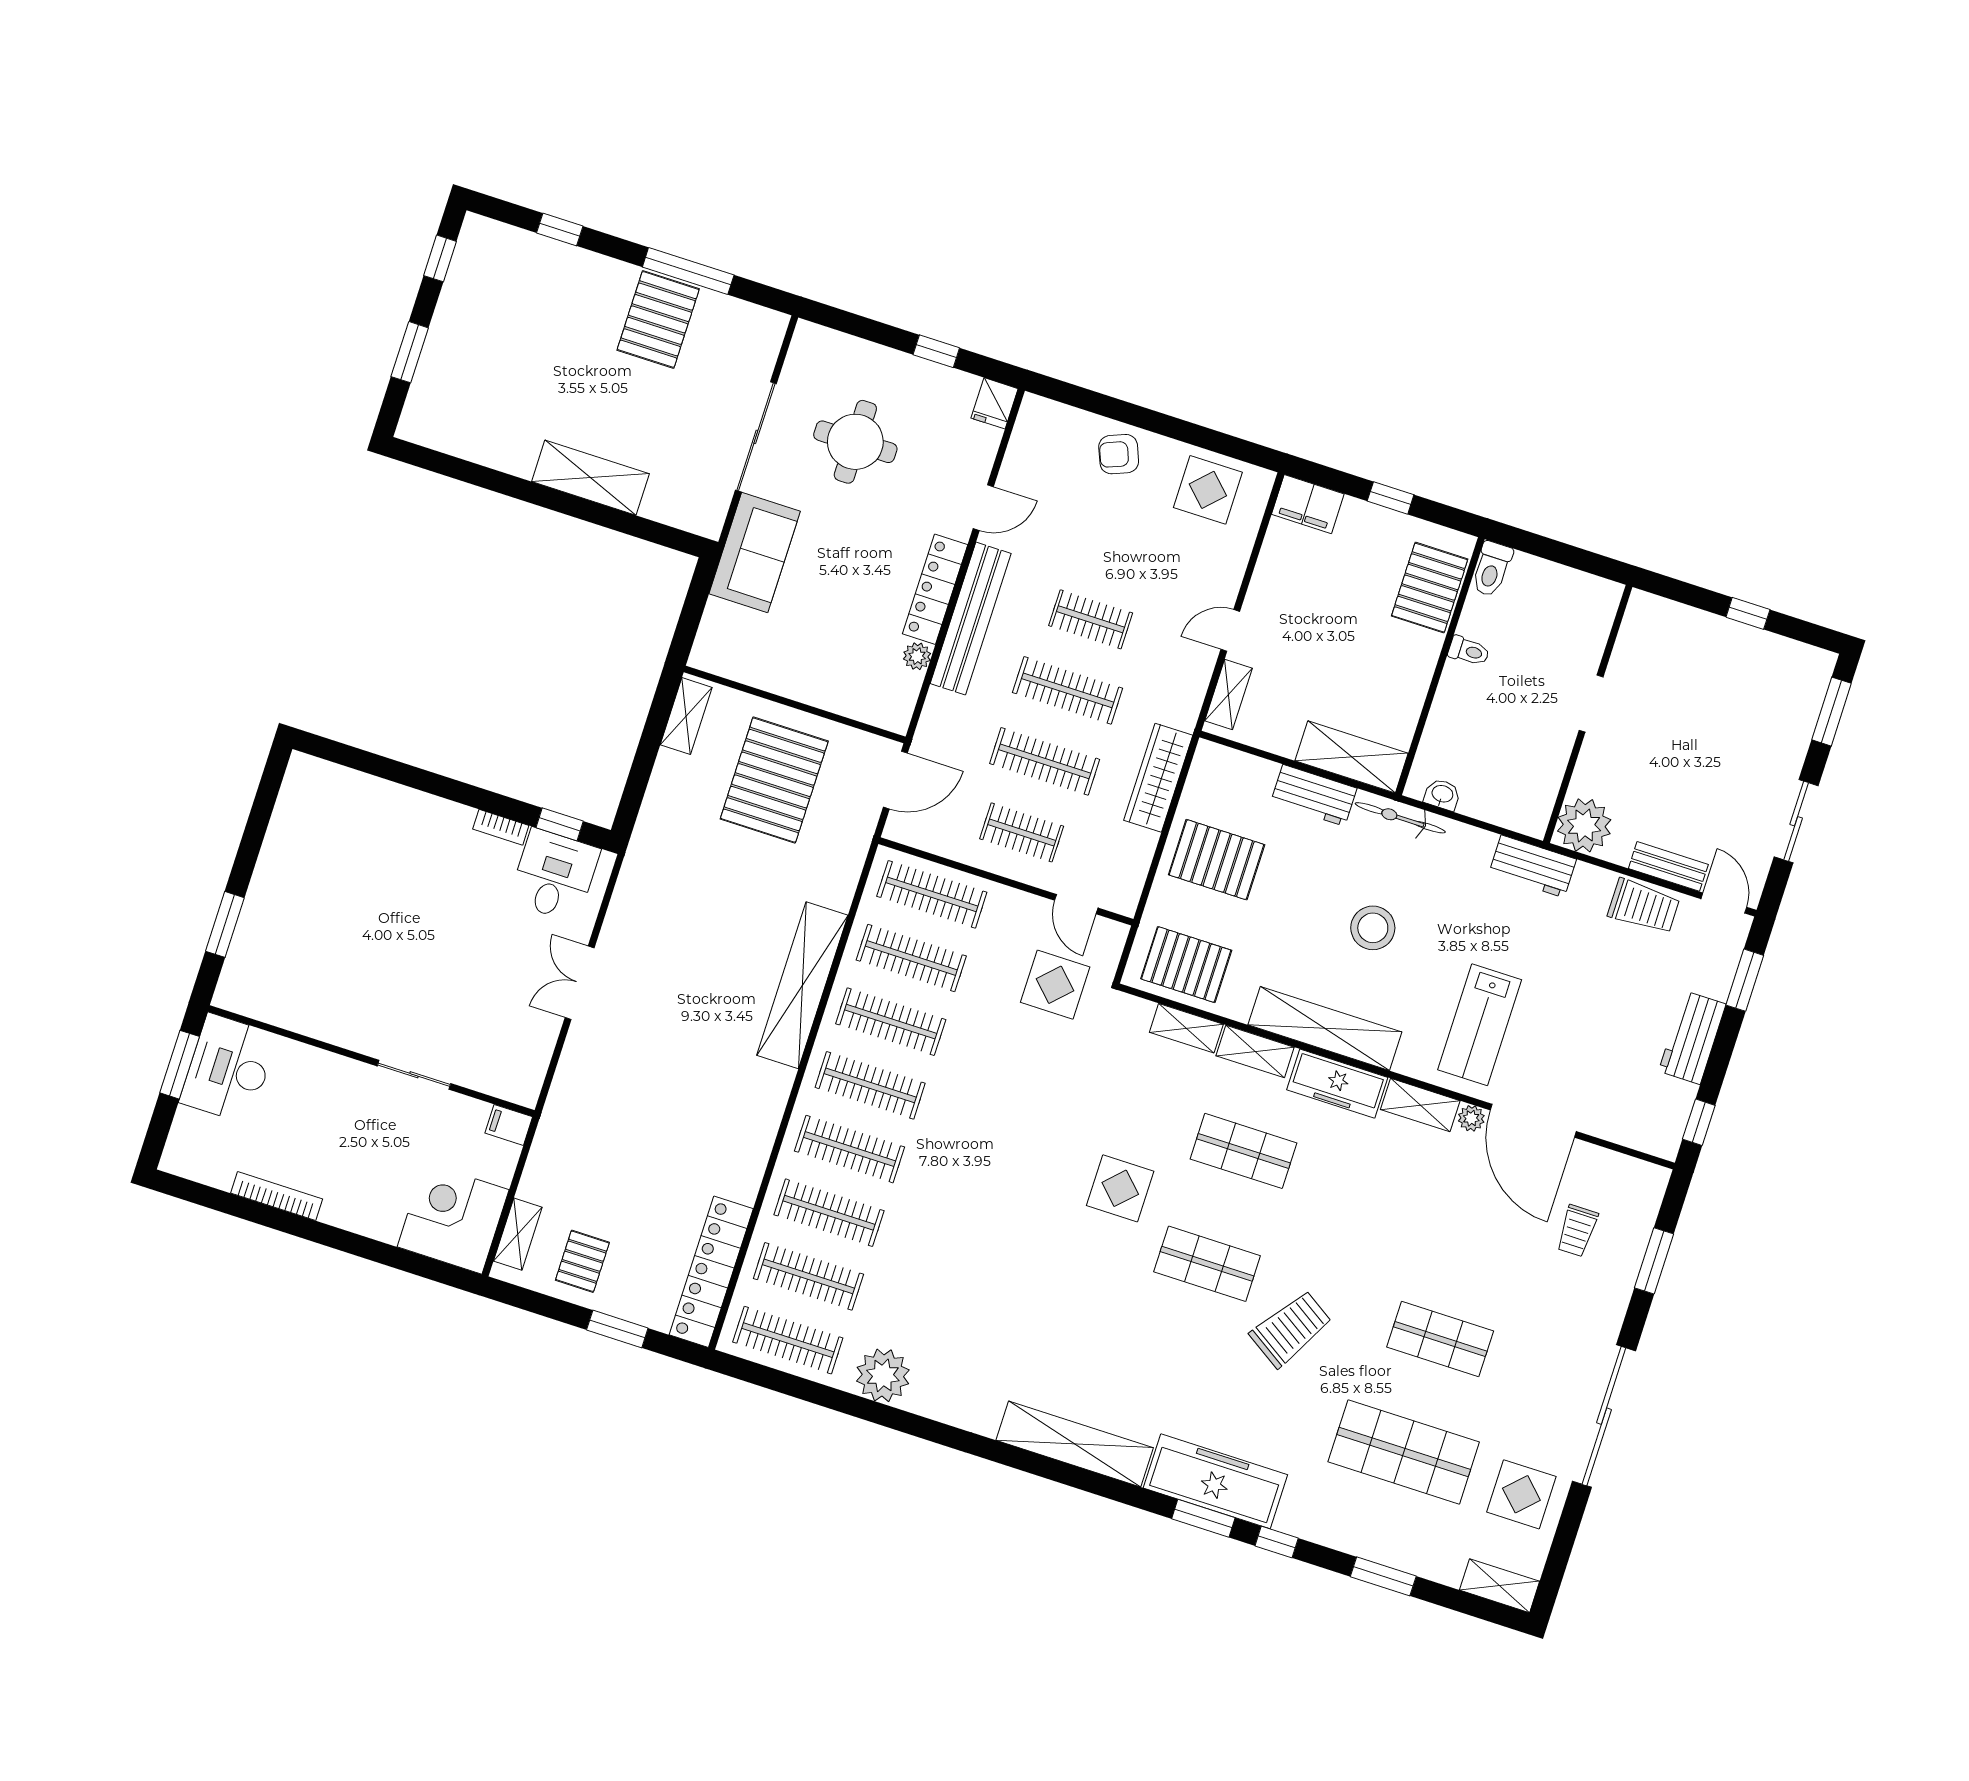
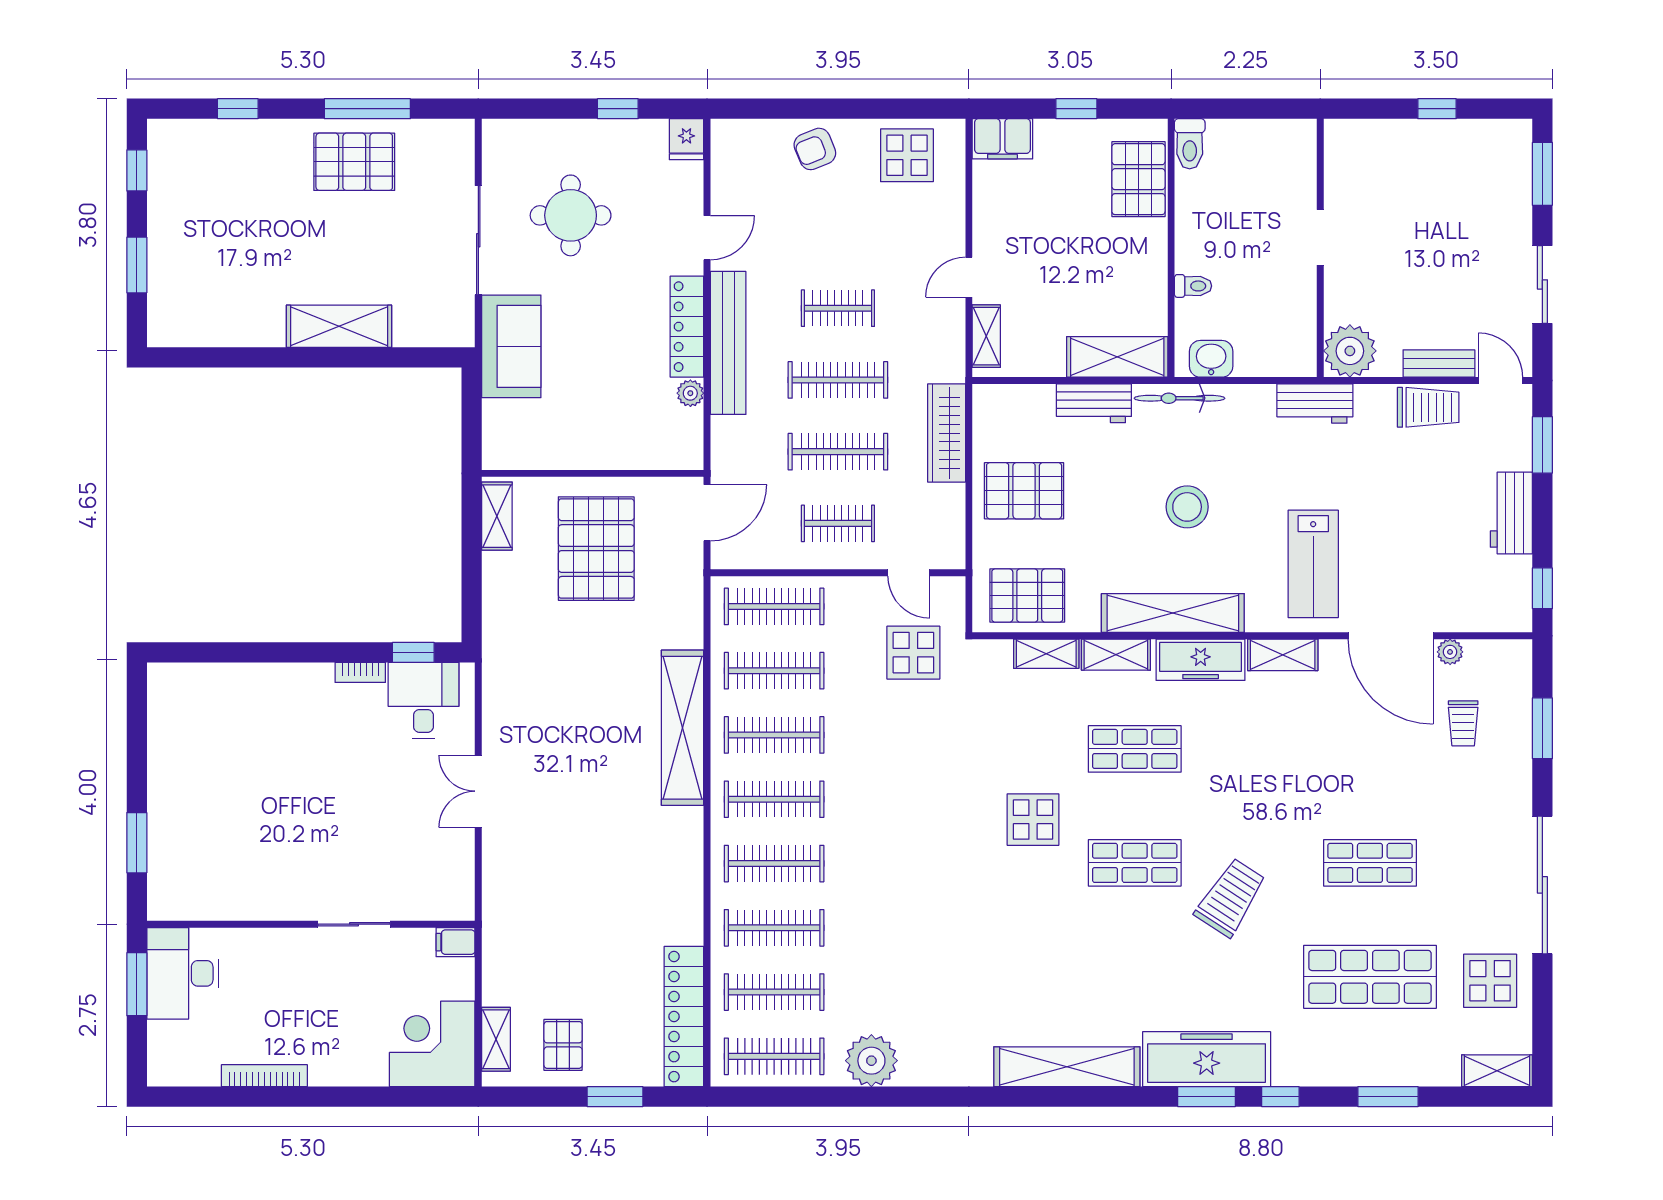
pallet: (658, 319) -> (354, 162), turned 90
toilet: (1469, 651) -> (1193, 286), moved
washbasin: (1442, 794) -> (1211, 359), width x1.38, depth x1.45
plant: (1471, 1118) -> (1450, 652), moved

